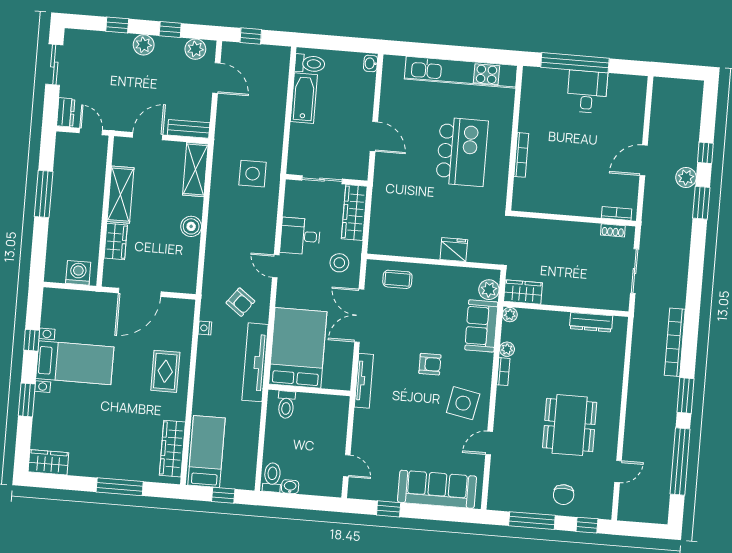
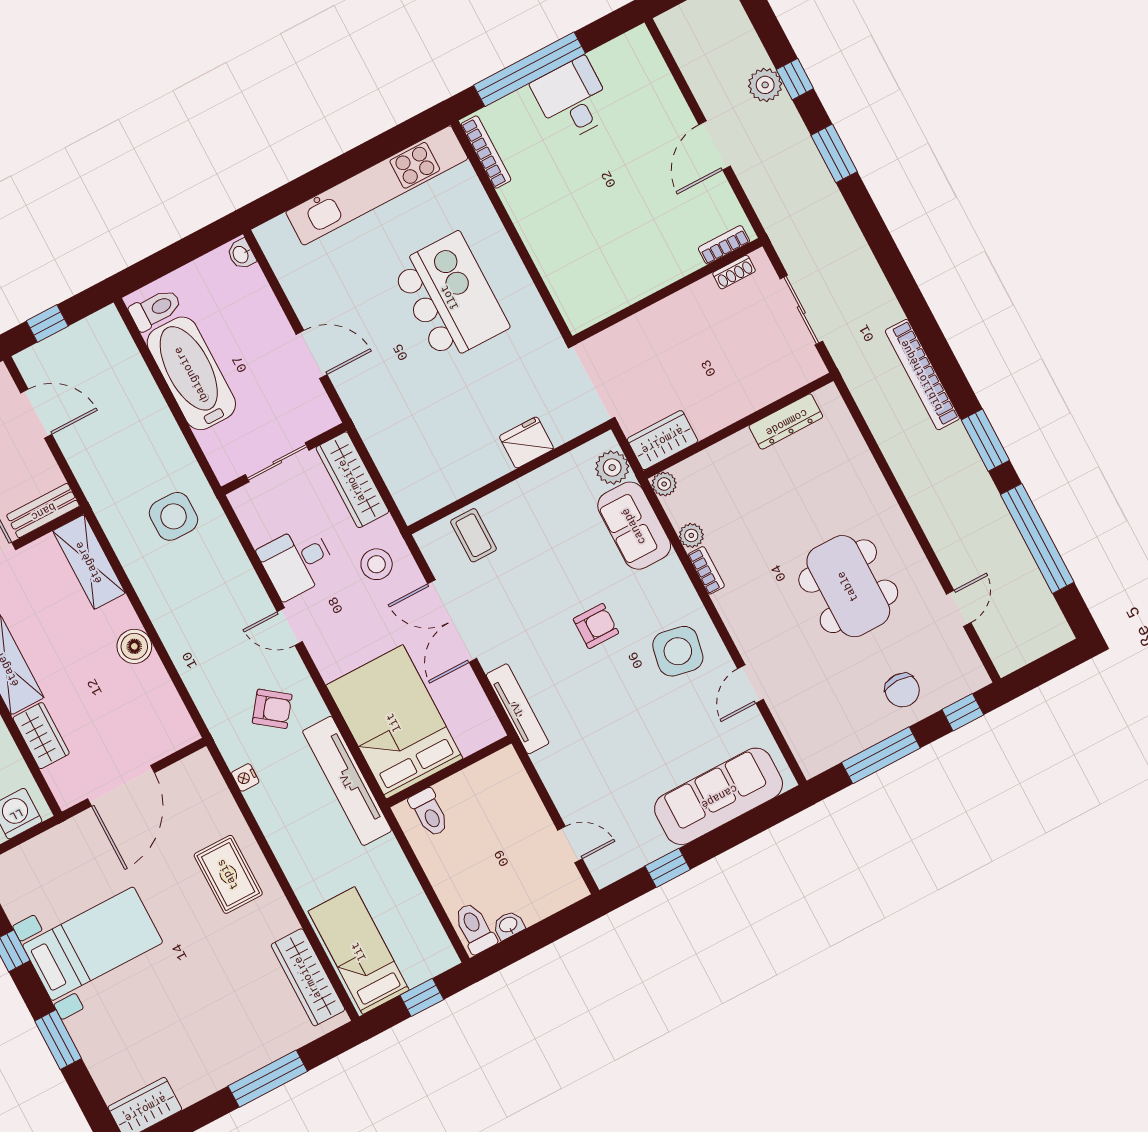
bathtub: (304, 98) -> (191, 373), width x1.36, depth x1.36
bookcase: (521, 155) -> (486, 152), moved
plant: (686, 177) -> (765, 85), moved
coffee table: (397, 279) -> (474, 535), turned 90

